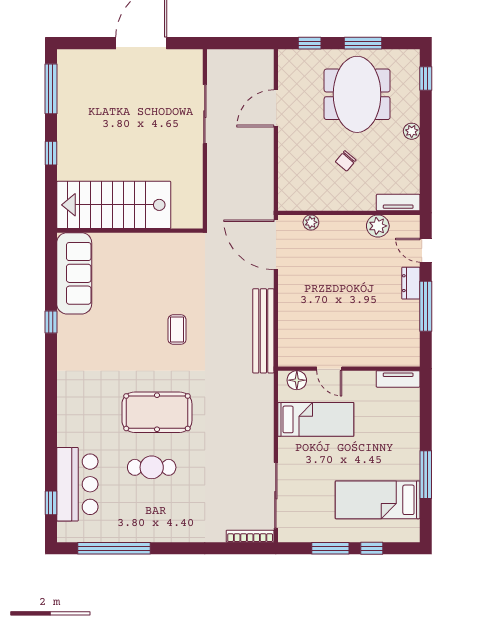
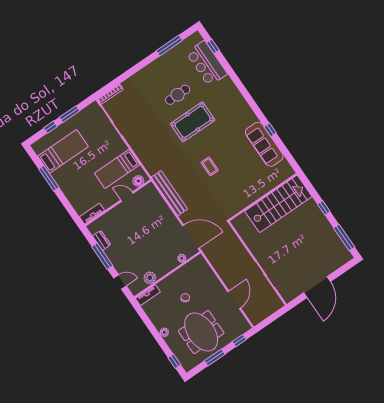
sofa: (74, 273) -> (264, 144), moved
dresser: (411, 283) -> (102, 240), moved
window: (114, 548) -> (169, 45), width x0.68

